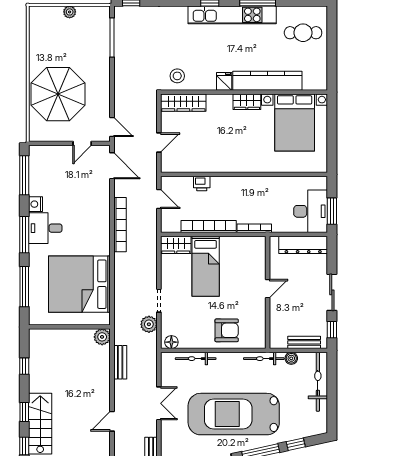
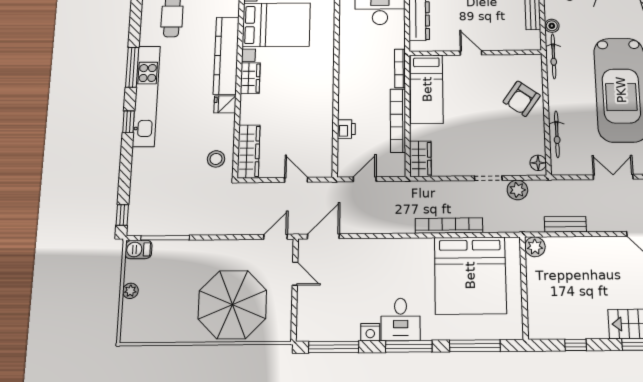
barbecue: (103, 16) -> (138, 250), added
bookcase: (120, 225) -> (449, 226), moved
bed: (206, 266) -> (427, 89), moved, turned 90
armchair: (227, 330) -> (522, 99), turned -145

